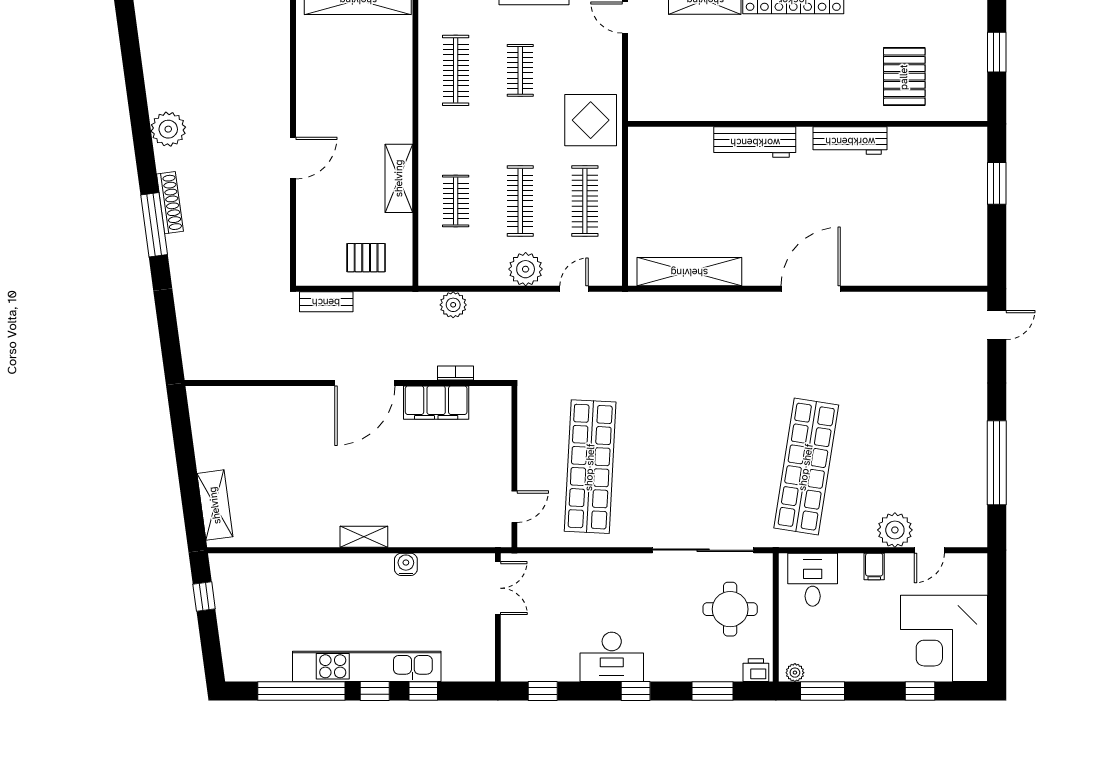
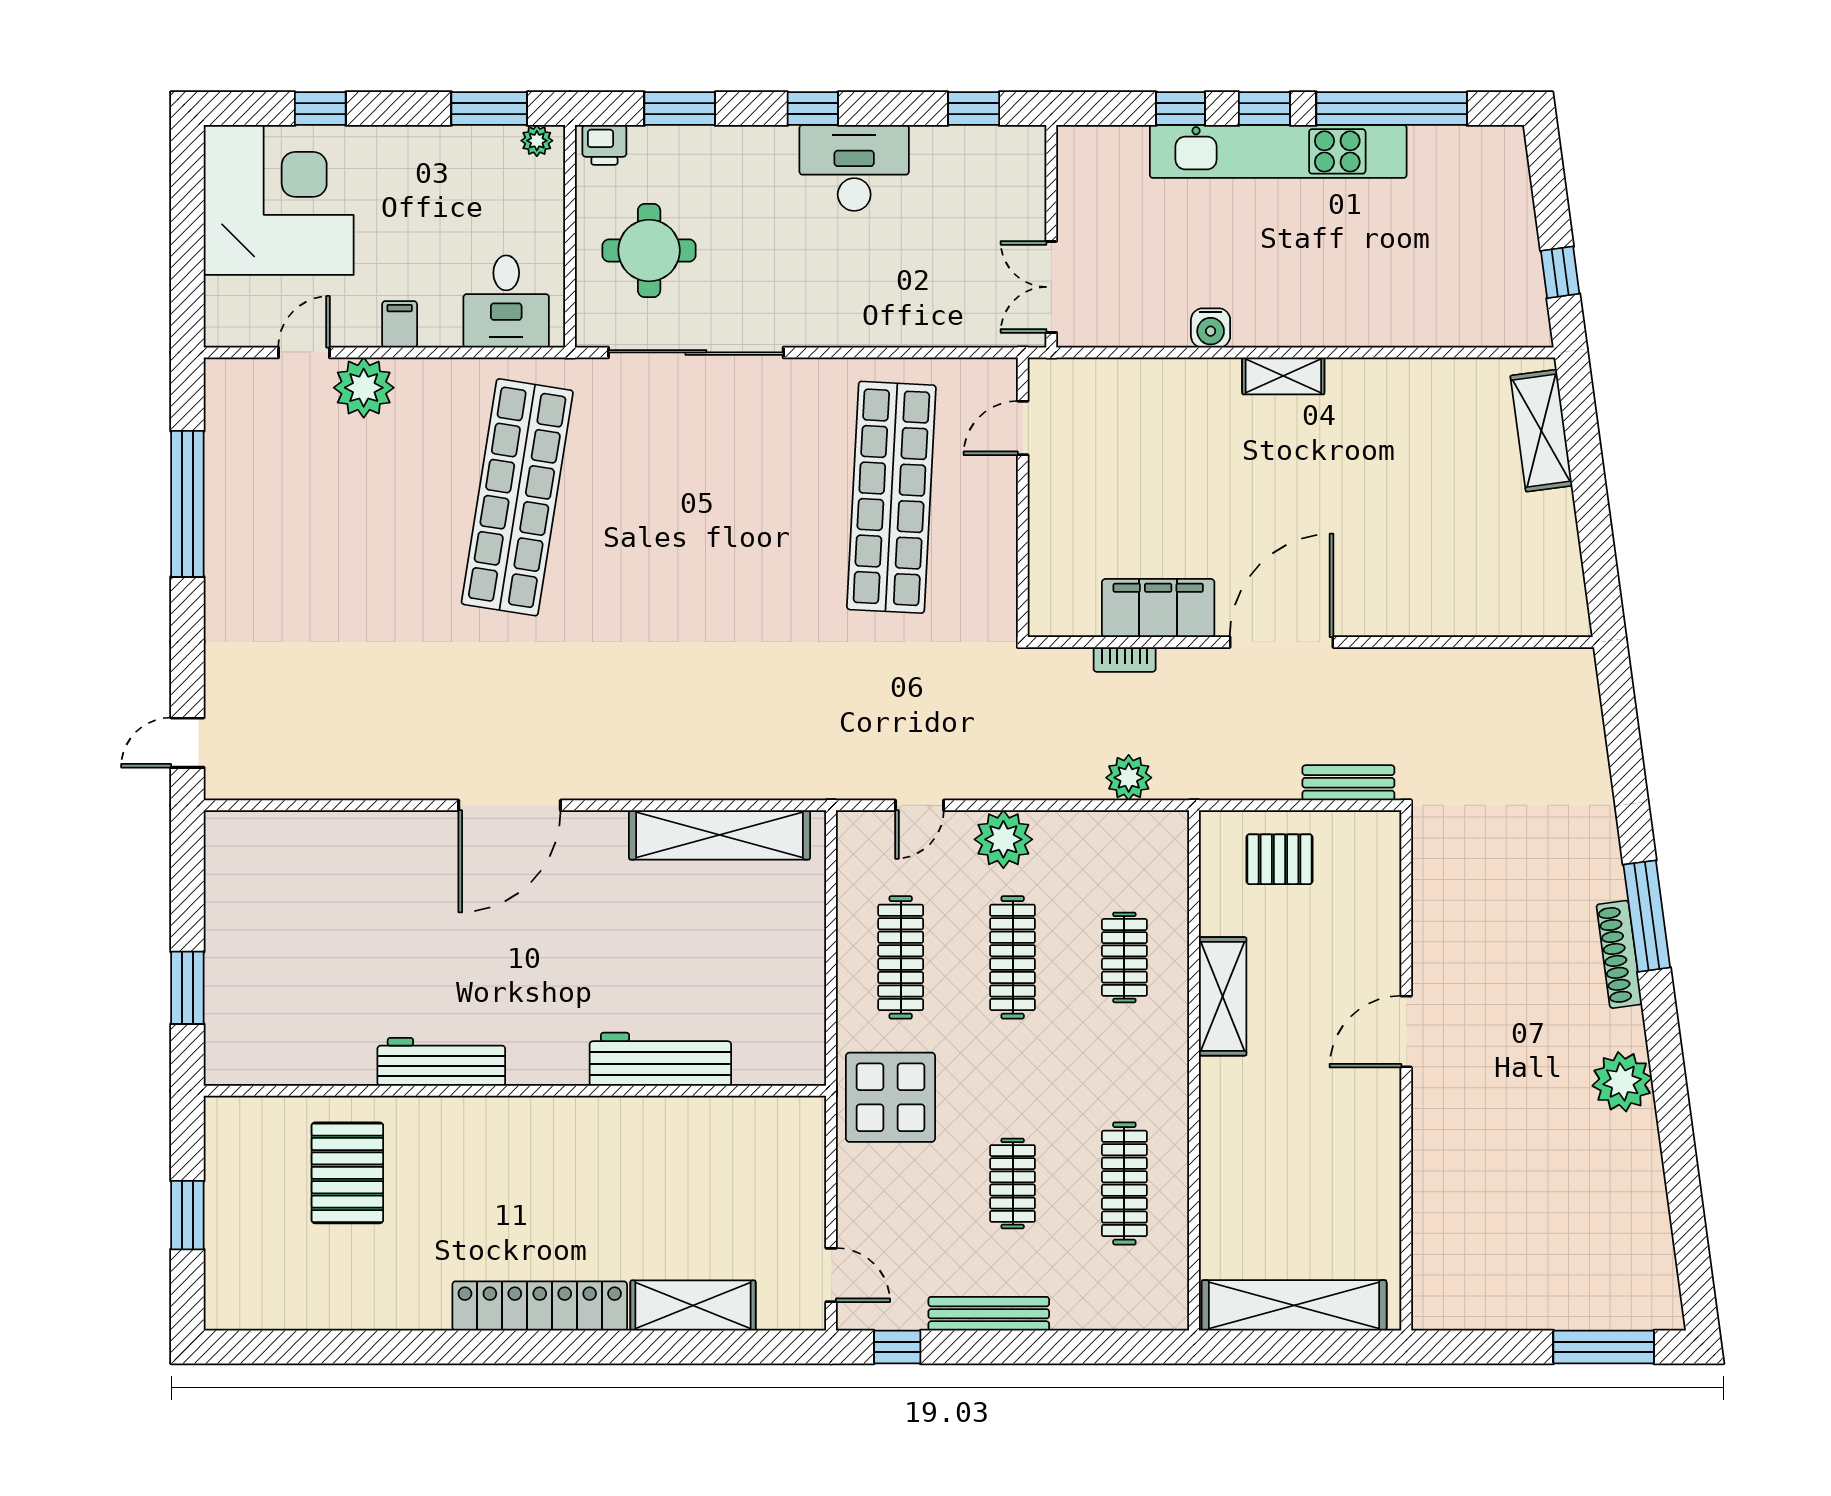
workbench: (755, 142) -> (660, 1059), moved

